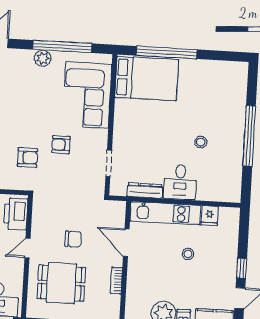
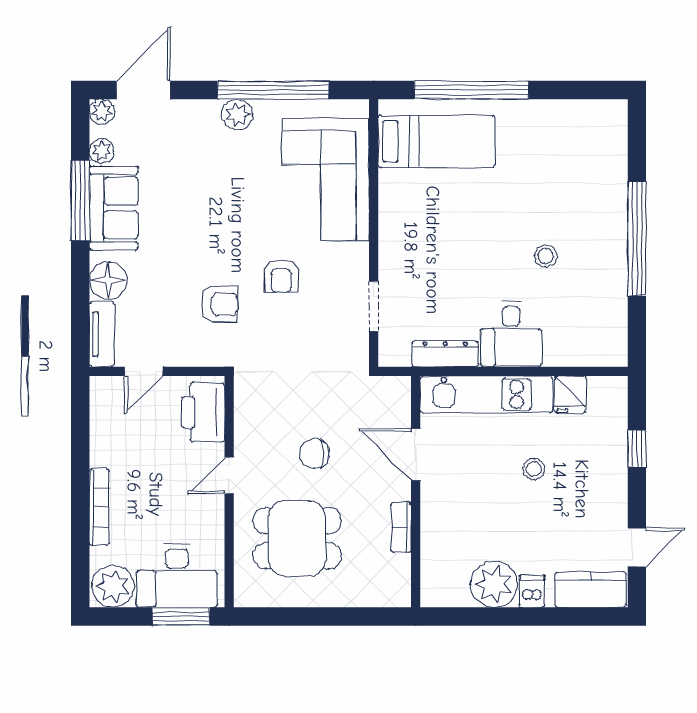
bed: (147, 78) -> (436, 141), width x0.67
armchair: (61, 145) -> (281, 276), turned -90
chair: (73, 239) -> (315, 454), turned 180
window: (242, 268) -> (637, 449), moved

